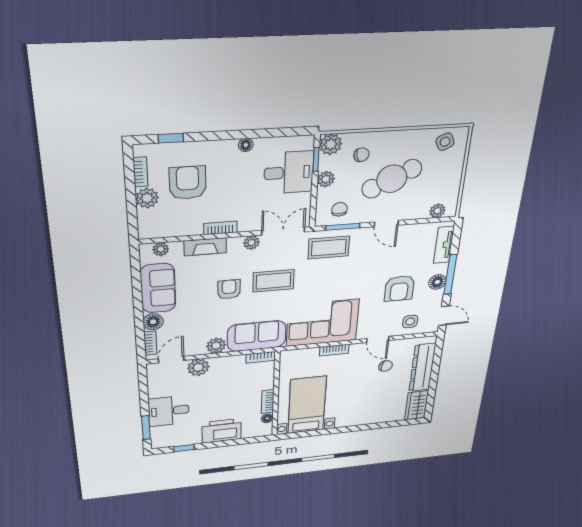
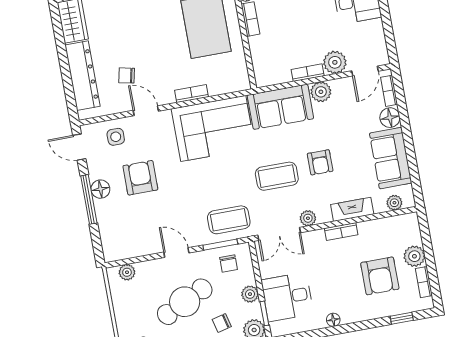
tv unit: (444, 245) -> (108, 234), removed
bookcase: (261, 357) -> (308, 73), moved

